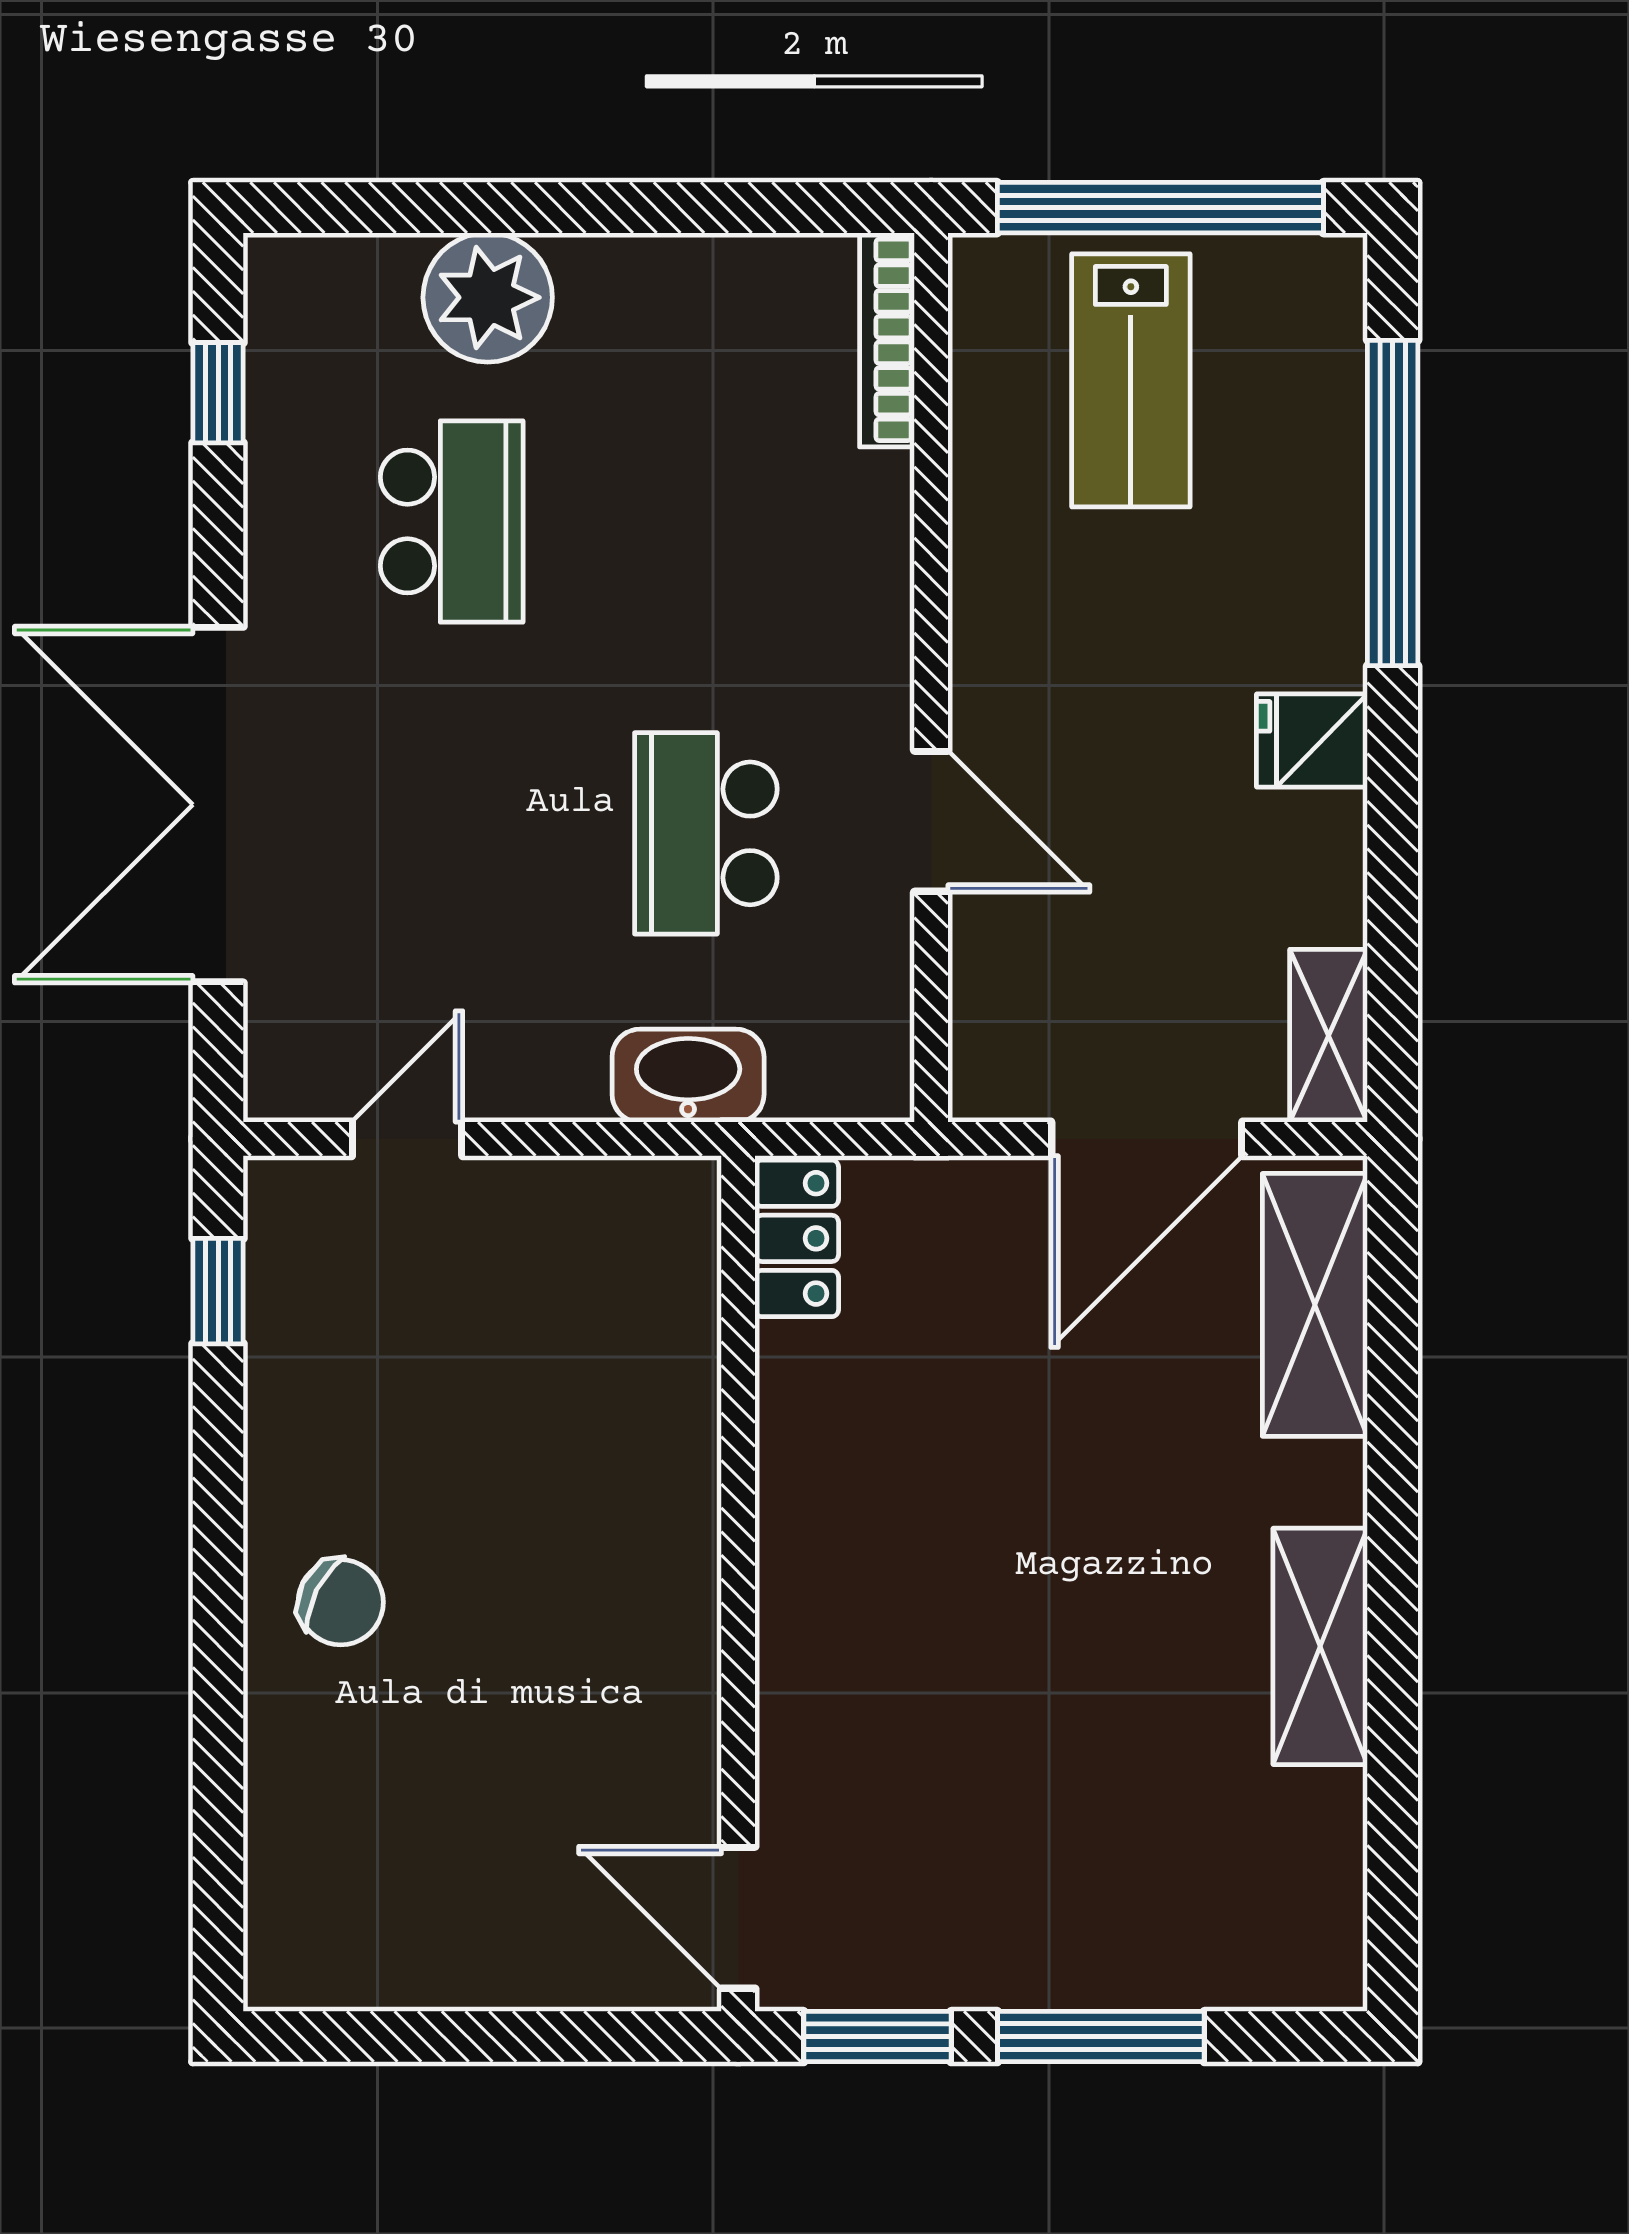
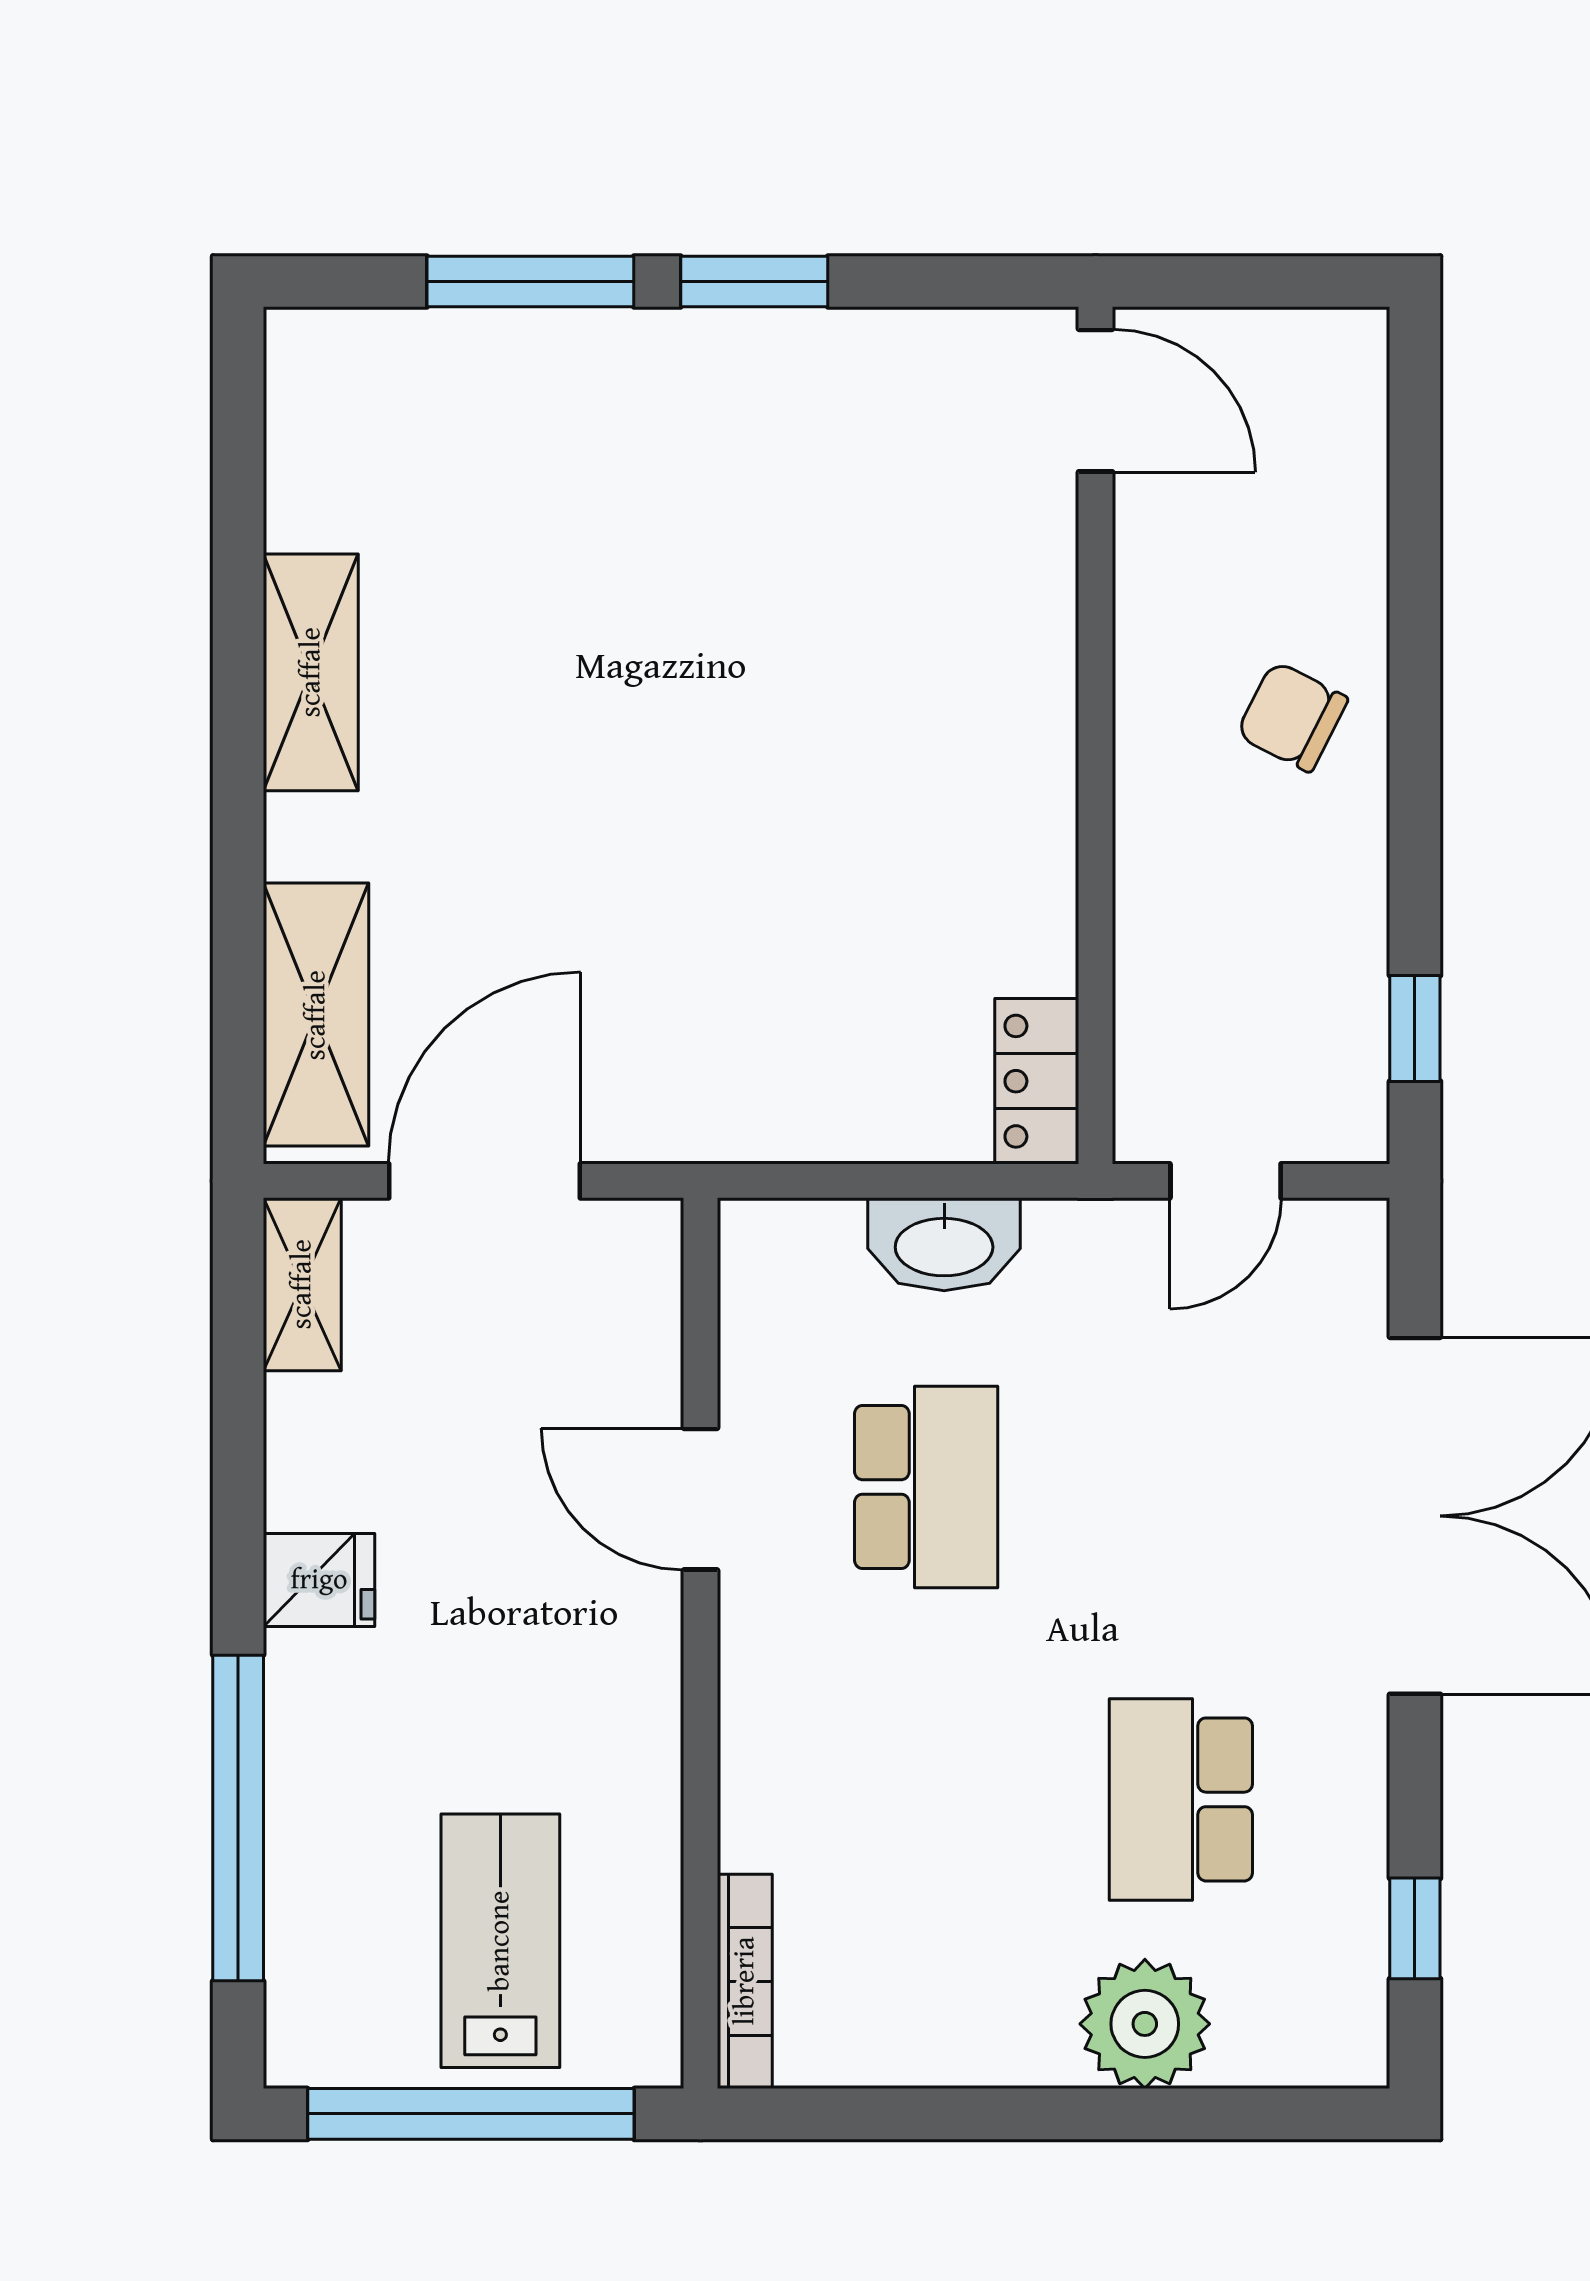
locker: (797, 1238) -> (1037, 1081), moved
wall: (738, 1584) -> (1096, 735), moved
door: (738, 1918) -> (1096, 401), moved

